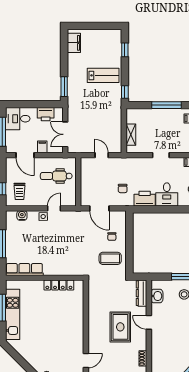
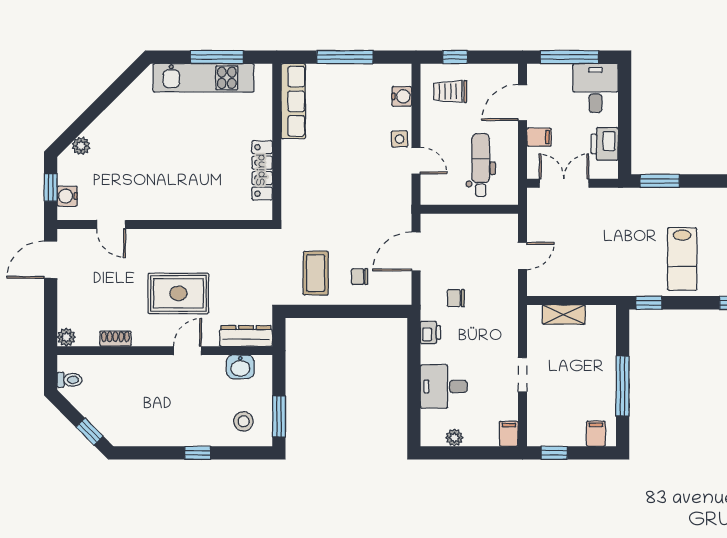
printer: (145, 199) -> (430, 332), width x0.53, depth x0.68

